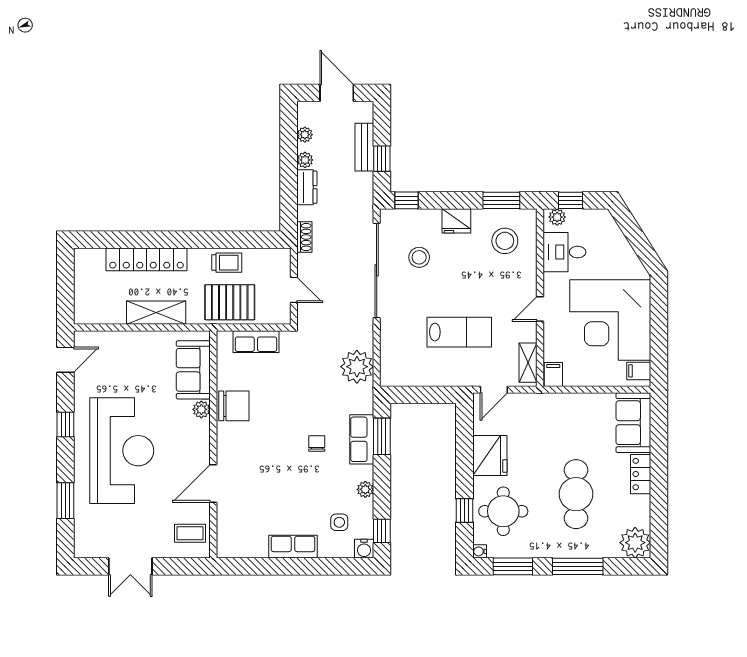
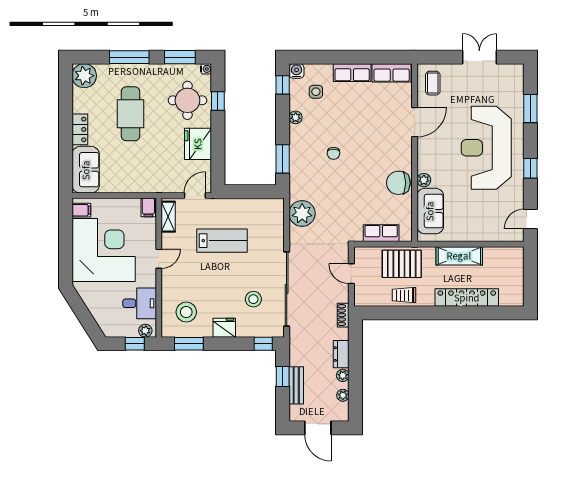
lab bench: (459, 332) -> (222, 241), turned 180
row of seats: (362, 439) -> (392, 73), moved, turned 90
coffee table: (190, 533) -> (433, 83), turned 90

